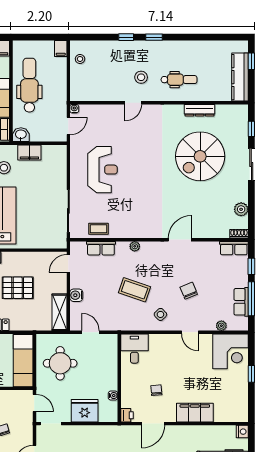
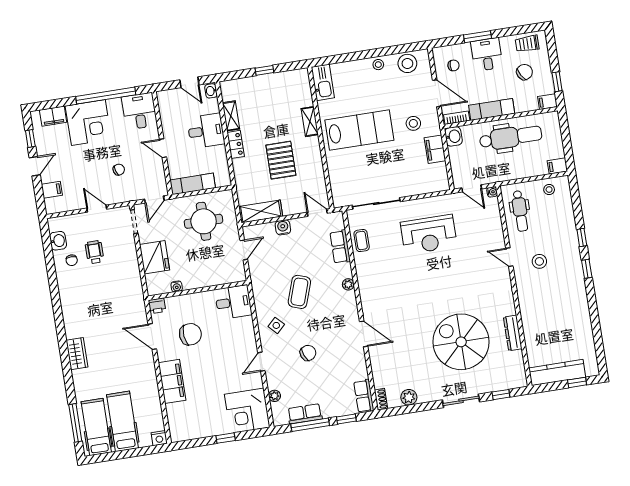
dental chair: (179, 80) -> (520, 211), moved
exam couch: (23, 361) -> (193, 184), width x0.73, depth x0.69
chair: (156, 390) -> (190, 334), width x1.87, depth x1.87

